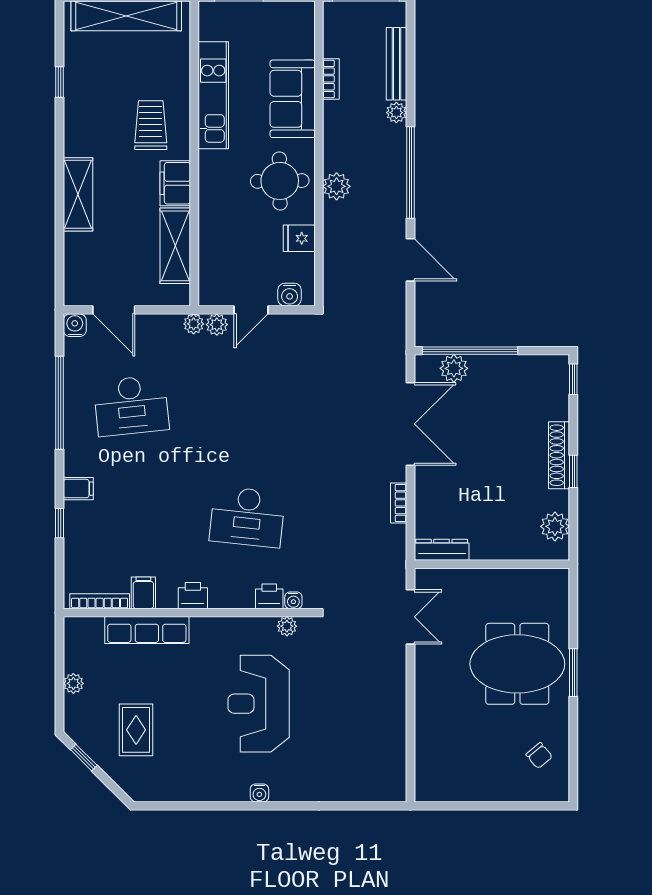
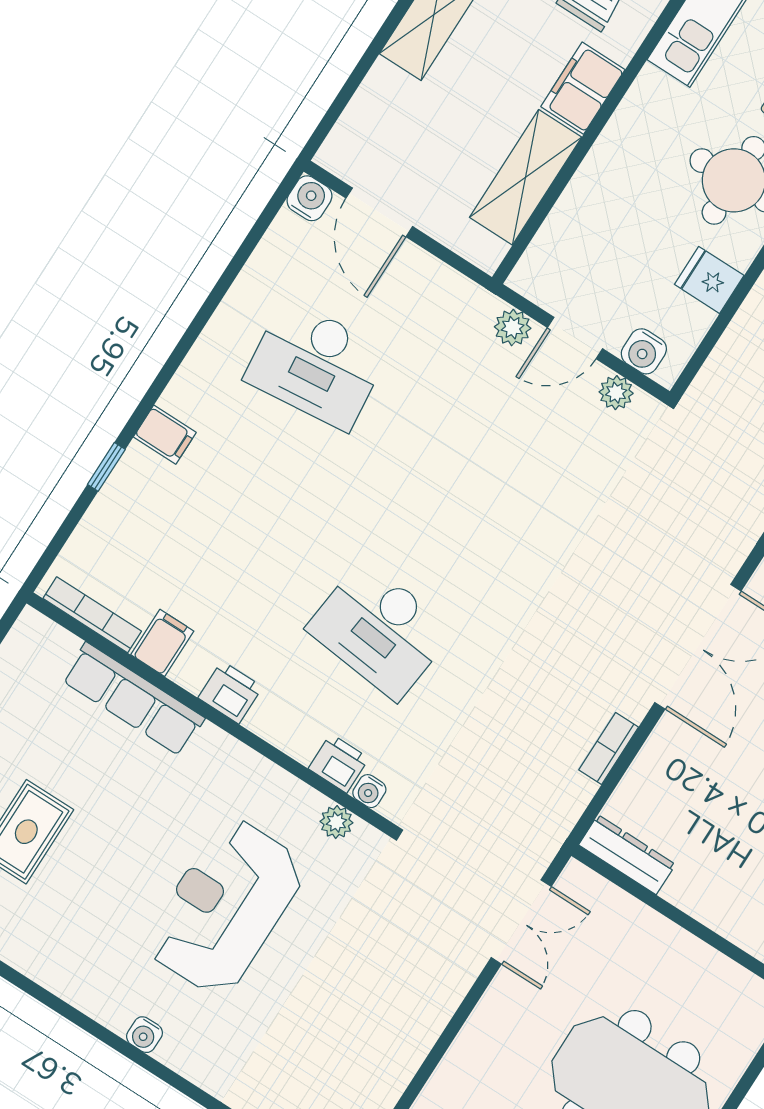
plant: (194, 324) -> (616, 393), moved
window: (59, 403) -> (217, 295), removed

